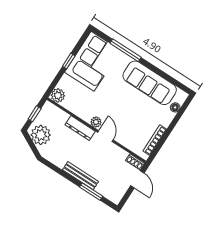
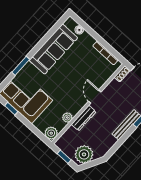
window: (126, 50) -> (21, 66), width x0.69
window: (69, 61) -> (11, 109), moved
plant: (96, 122) -> (67, 118), moved
door: (105, 136) -> (95, 97), hinge flipped

